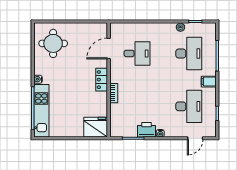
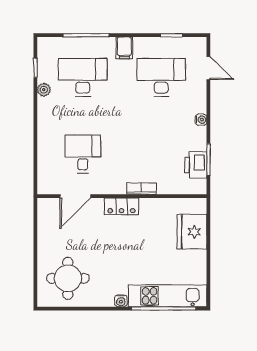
door: (109, 48) -> (75, 196), hinge flipped
fridge: (96, 127) -> (192, 232), moved
printer: (147, 130) -> (196, 165), moved

